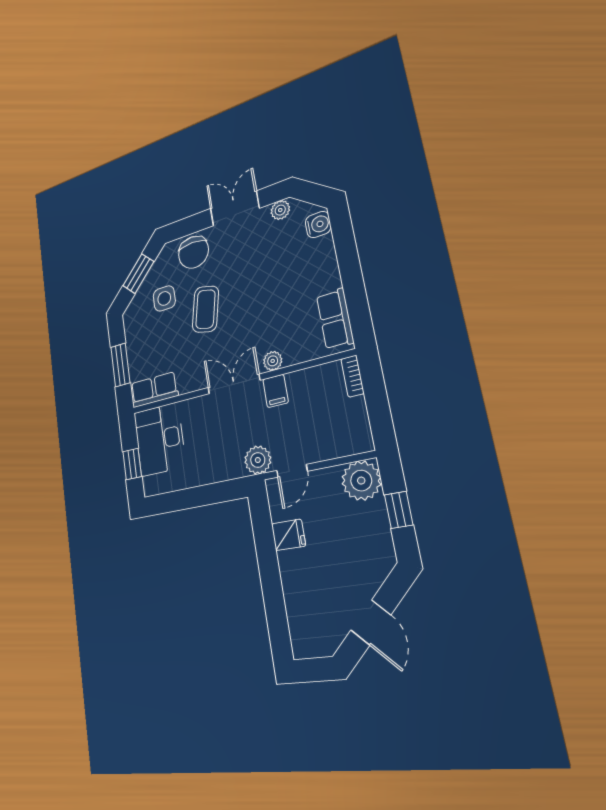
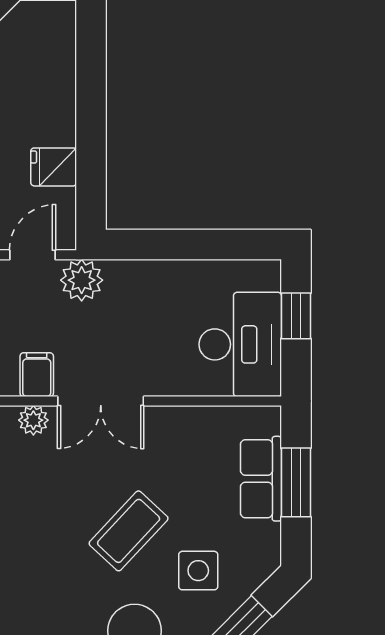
coffee table: (205, 309) -> (129, 531), turned 30
row of seats: (154, 390) -> (261, 479), moved, turned 90

